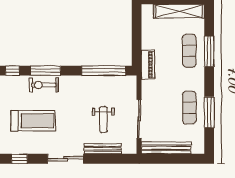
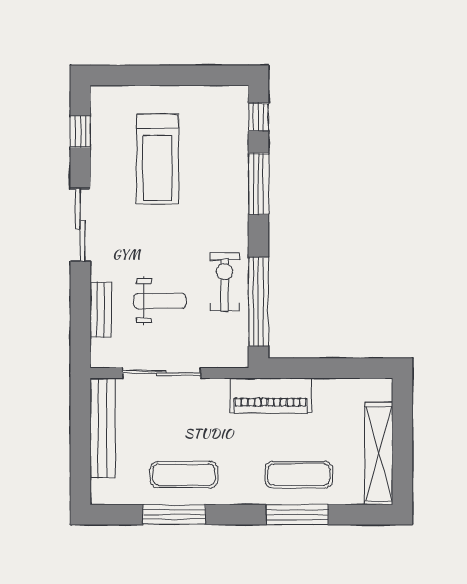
piano: (148, 65) -> (271, 396), width x1.37, depth x1.33
exercise bike: (44, 85) -> (225, 282), moved
weight bench: (103, 119) -> (160, 301), turned 180
bench: (103, 149) -> (101, 310), width x0.73

